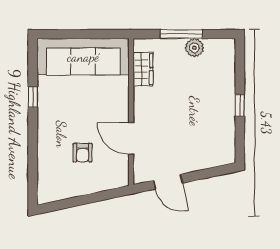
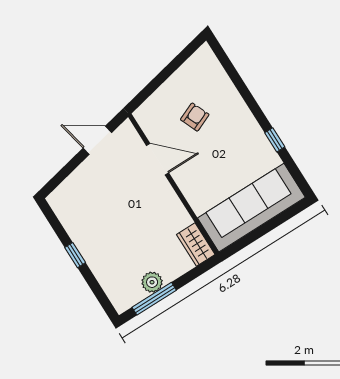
window: (181, 34) -> (154, 299), moved
wardrobe: (143, 69) -> (196, 244), moved
armchair: (83, 153) -> (195, 117), turned 67

